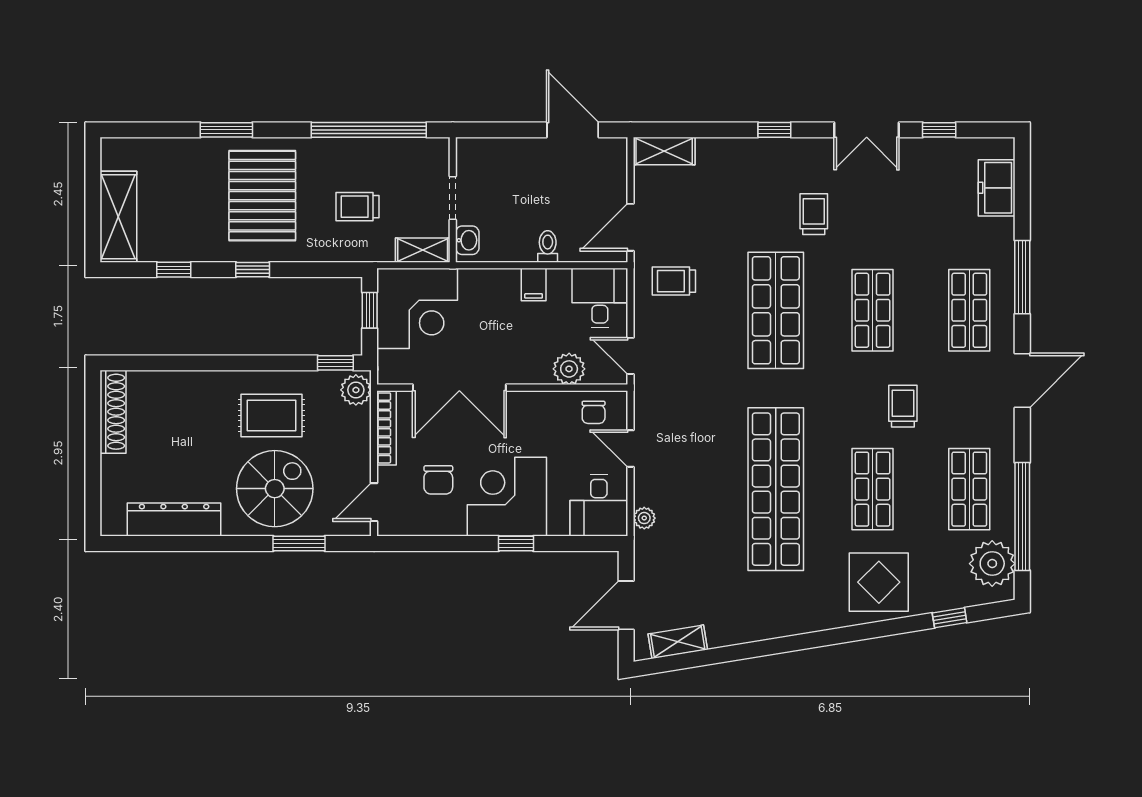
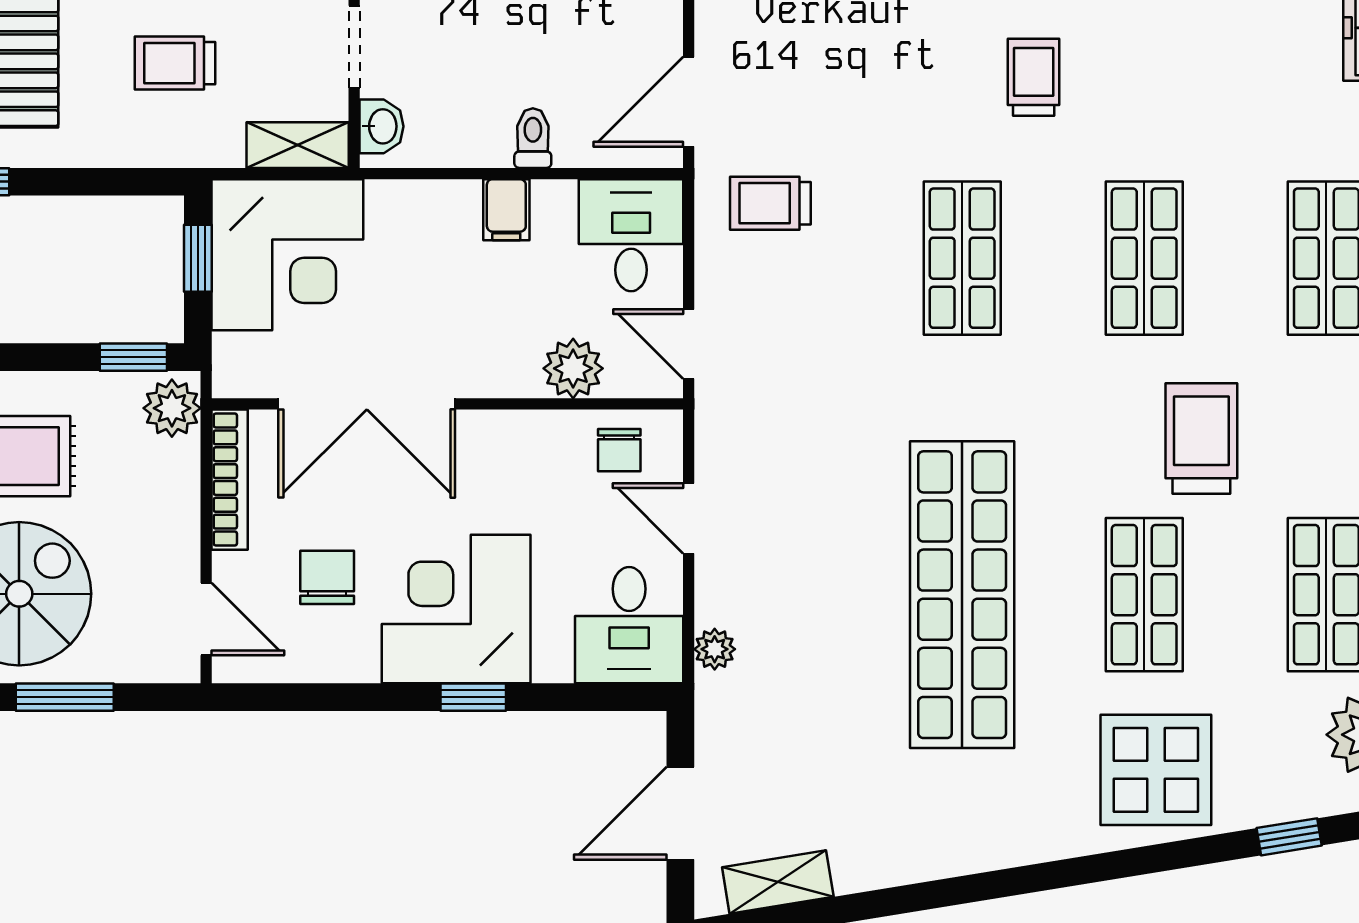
shop shelf: (776, 310) -> (962, 258), width x0.70, depth x0.74
trolley: (903, 406) -> (1201, 439), width x1.36, depth x1.39
chair: (438, 480) -> (327, 577), turned 180
door: (374, 502) -> (206, 619), swing flipped

